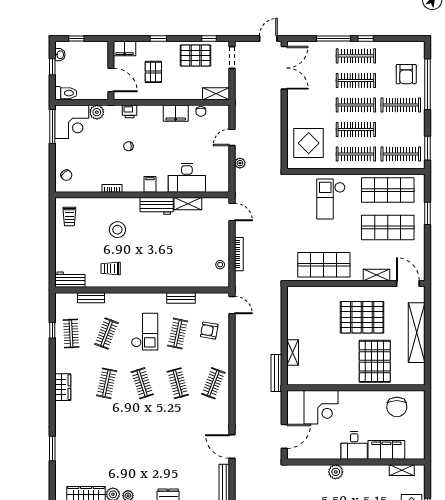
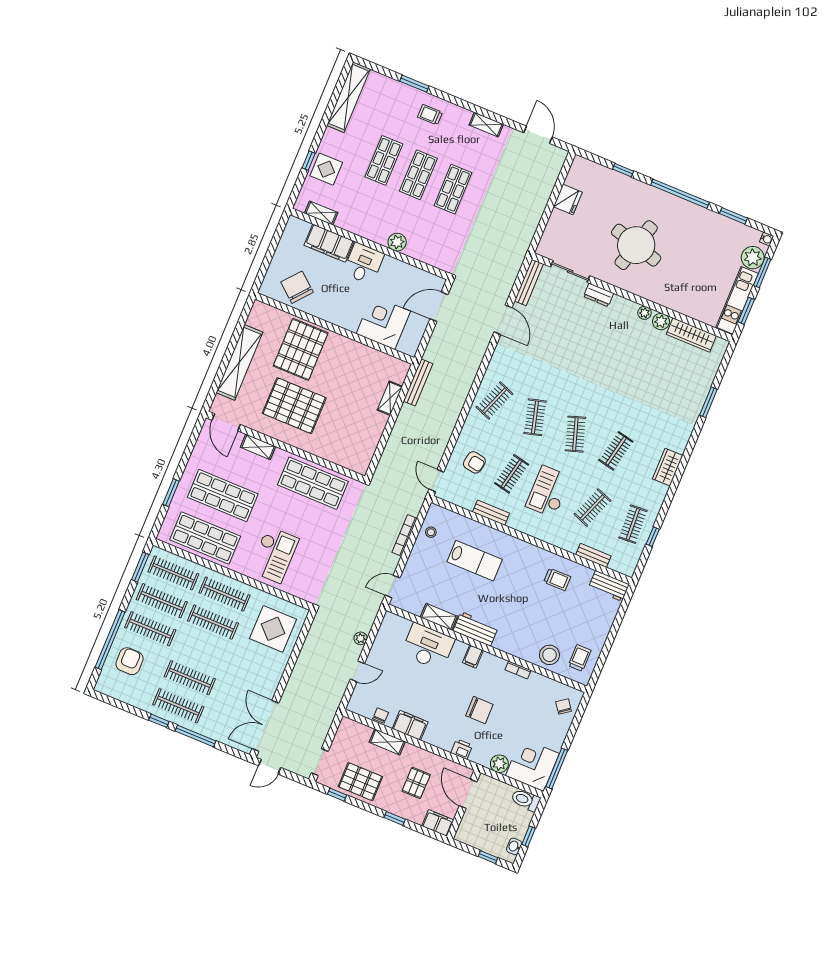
shelving: (216, 94) -> (387, 742), moved
clothes rail: (356, 105) -> (162, 601), moved
chair: (128, 146) -> (479, 710), width x1.87, depth x1.87
door: (232, 212) -> (393, 587), hinge flipped
stool: (117, 230) -> (549, 655), moved
lab bench: (178, 257) -> (475, 561), added
chair: (397, 407) -> (297, 287), turned -50

